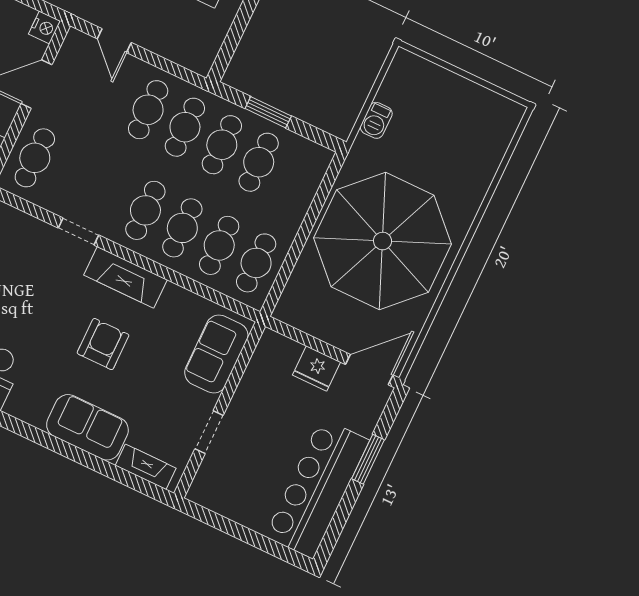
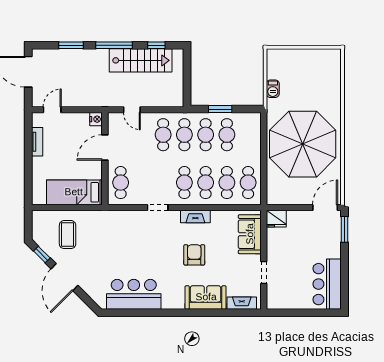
fireplace: (126, 277) -> (195, 216), width x0.73, depth x0.76
fridge: (316, 368) -> (276, 219), moved
window: (368, 459) -> (345, 229), moved
bar counter: (317, 488) -> (327, 284), width x0.73

